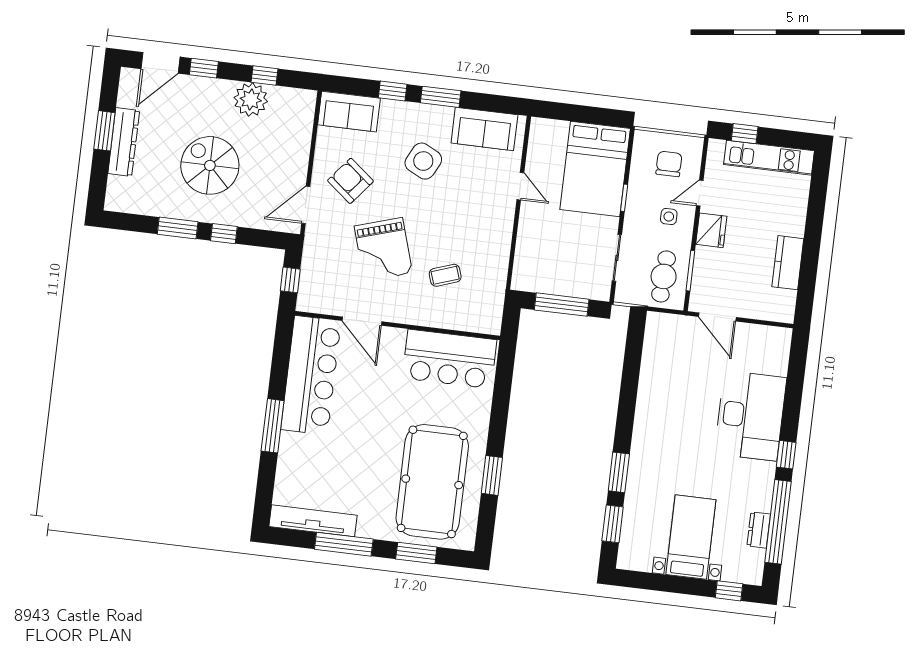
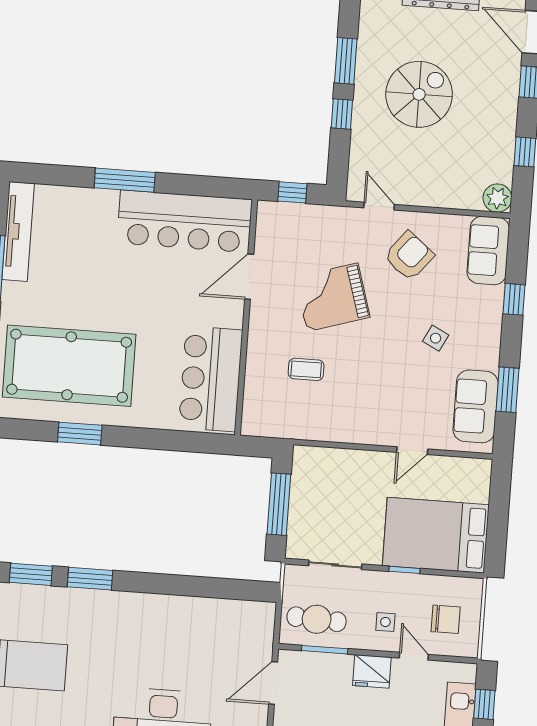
window: (441, 97) -> (507, 390), moved
plant: (251, 100) -> (497, 198), moved, width x0.73, depth x0.73
side table: (423, 161) -> (436, 338), width x0.54, depth x0.54
door: (306, 205) -> (379, 206), width x0.73
coffee table: (445, 275) -> (306, 369), turned -71

